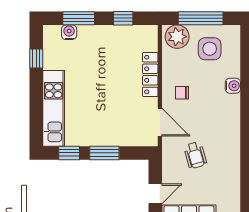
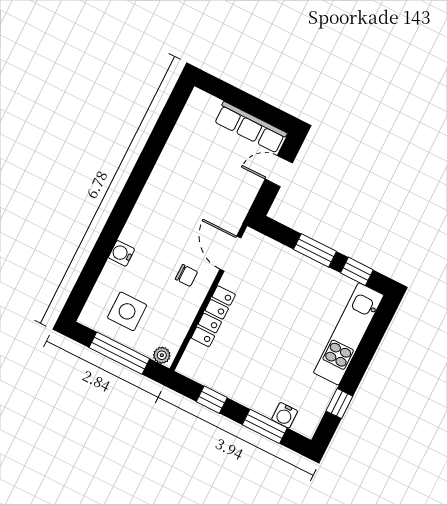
plant: (177, 37) -> (162, 355), width x0.53, depth x0.53
wheelchair: (195, 155) -> (208, 193), removed

